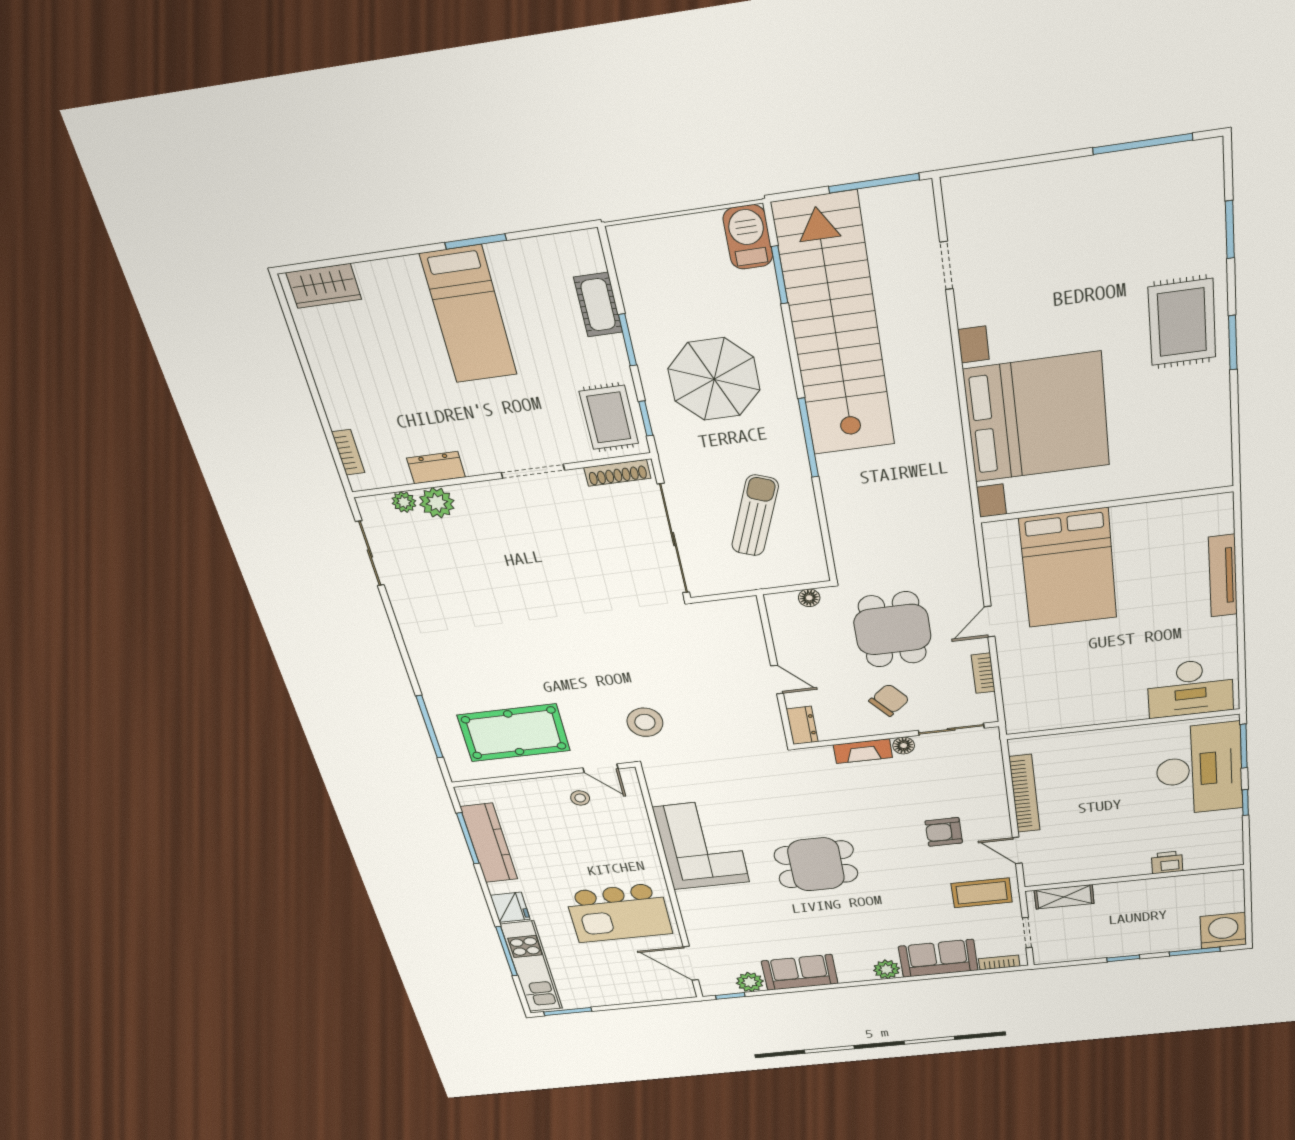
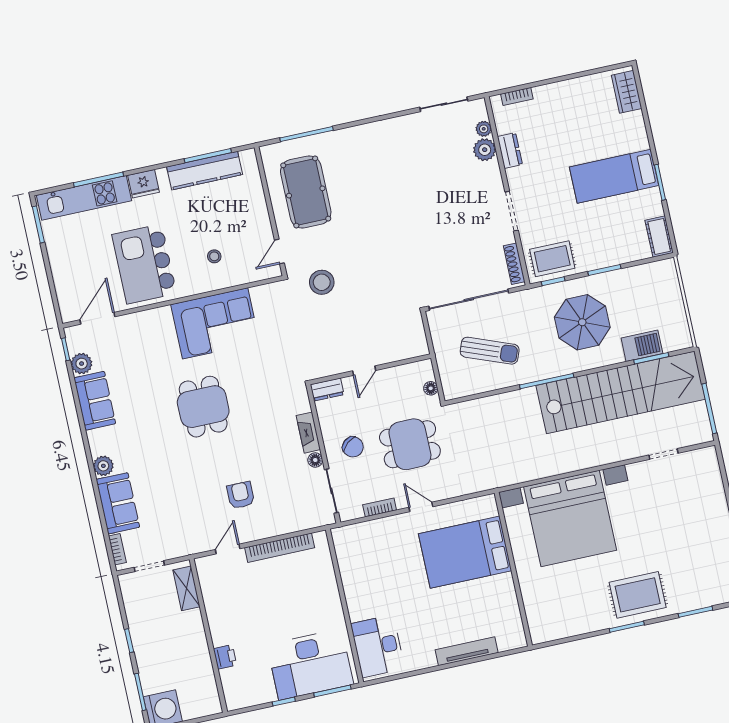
barbecue: (748, 237) -> (642, 346), moved
cot: (598, 305) -> (659, 237), moved, turned 90
stool: (580, 798) -> (214, 256), moved
coffee table: (982, 893) -> (185, 528), removed

